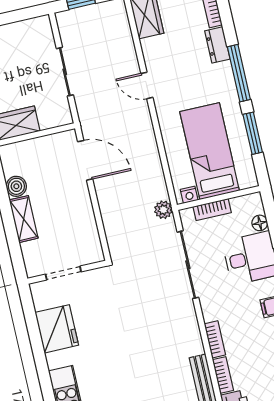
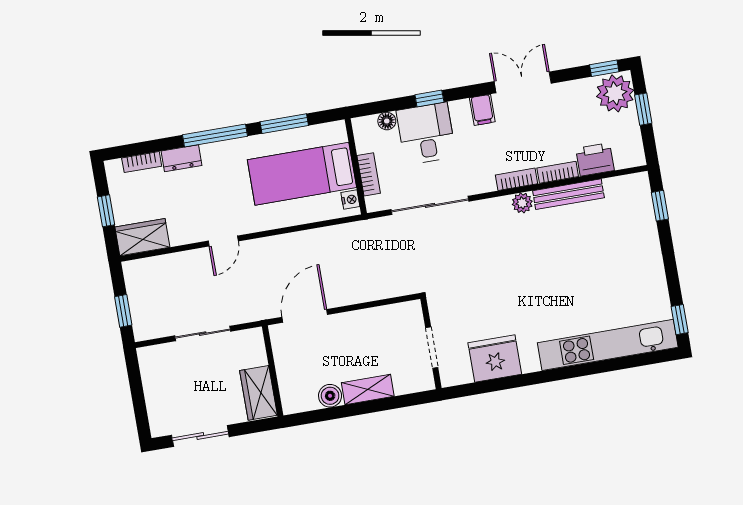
plant: (163, 210) -> (522, 203), moved

